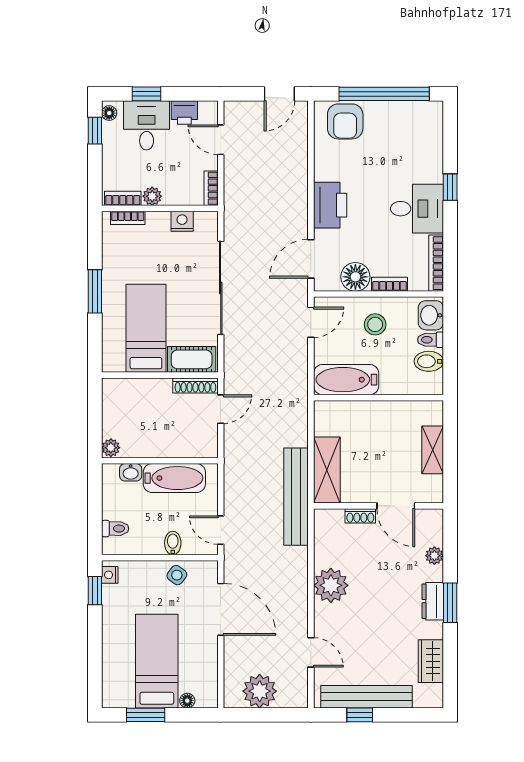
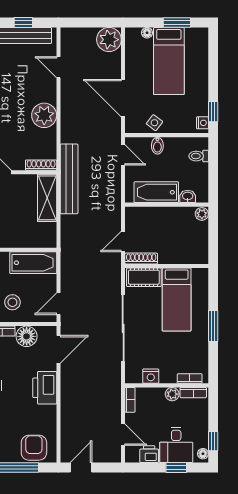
shoe rack: (360, 516) -> (41, 165), moved, width x1.43
plant: (260, 691) -> (109, 40), moved

